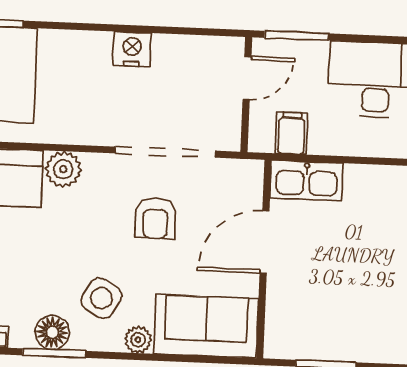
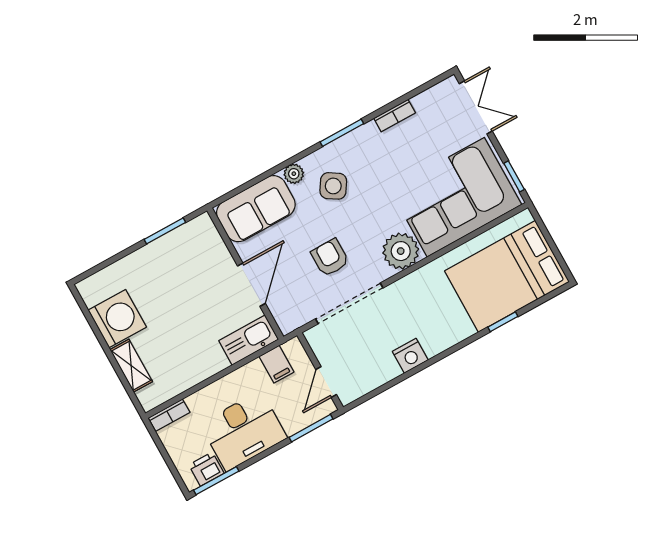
plant: (63, 169) -> (401, 251), width x1.36, depth x1.36
floor lamp: (52, 332) -> (351, 145), removed

